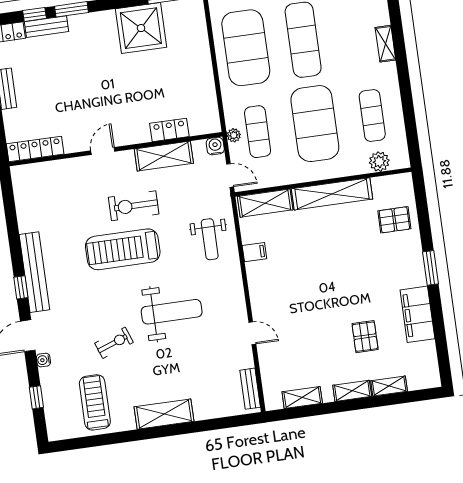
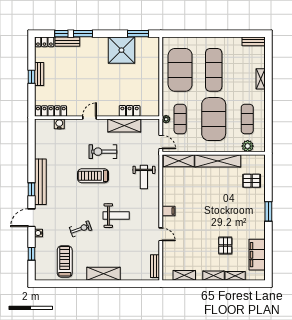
water cooler: (215, 146) -> (59, 124), moved
treadmill: (123, 249) -> (93, 176), width x0.73, depth x0.73
filing cabinet: (254, 252) -> (169, 211), moved
weight bench: (172, 312) -> (116, 216), width x0.73, depth x0.75
filing cabinet: (417, 314) -> (257, 255), moved

